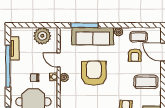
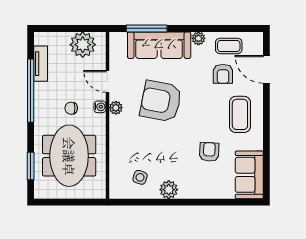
armchair: (94, 73) -> (161, 101), turned -79
coffee table: (146, 82) -> (240, 114), turned 90

